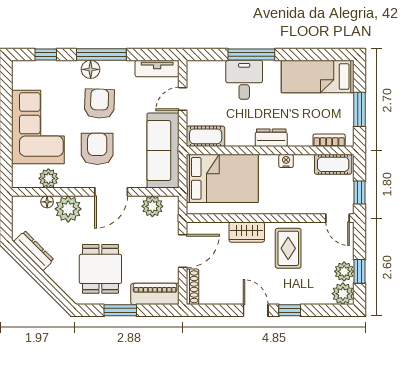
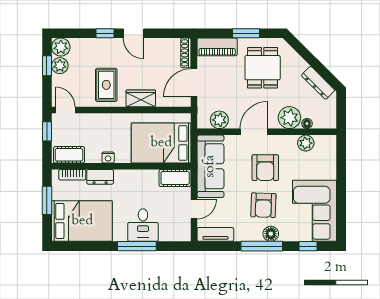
bed: (318, 77) -> (82, 221), width x1.50
corner sofa: (38, 127) -> (315, 211), moved
dresser: (271, 138) -> (100, 177), moved

